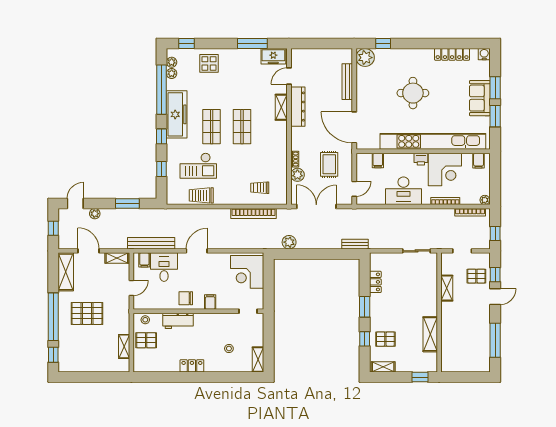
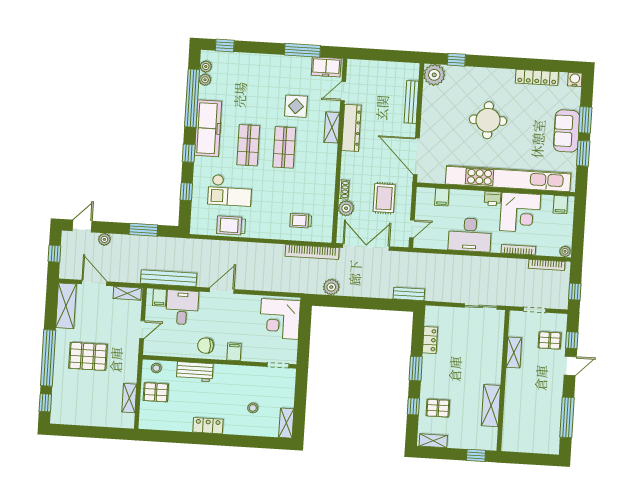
display table: (209, 63) -> (296, 106), moved
bookcase: (254, 214) -> (312, 252), moved

